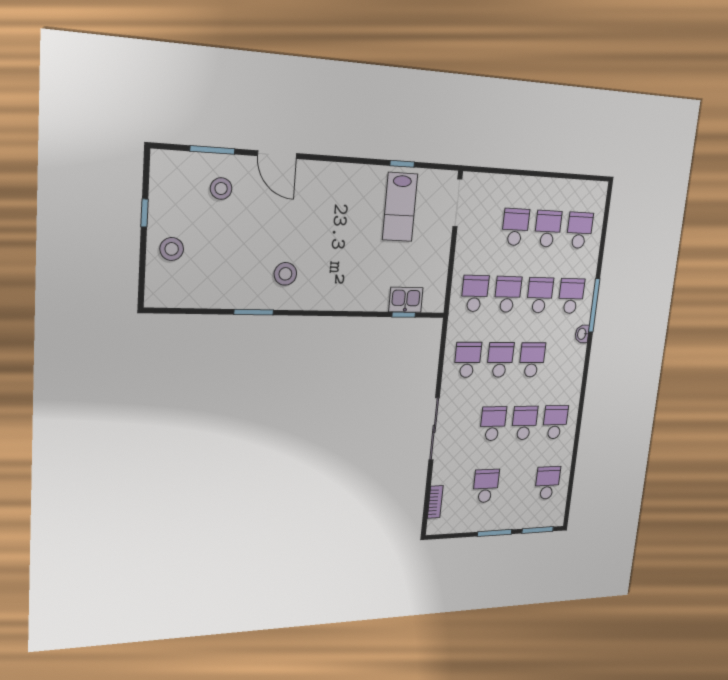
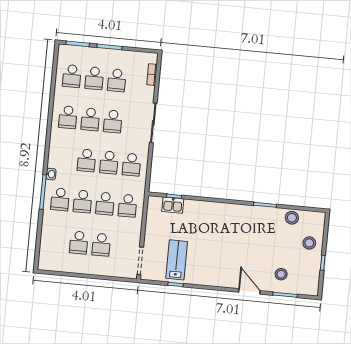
school desk: (580, 230) -> (94, 78), moved
stool: (285, 274) -> (292, 218), moved

